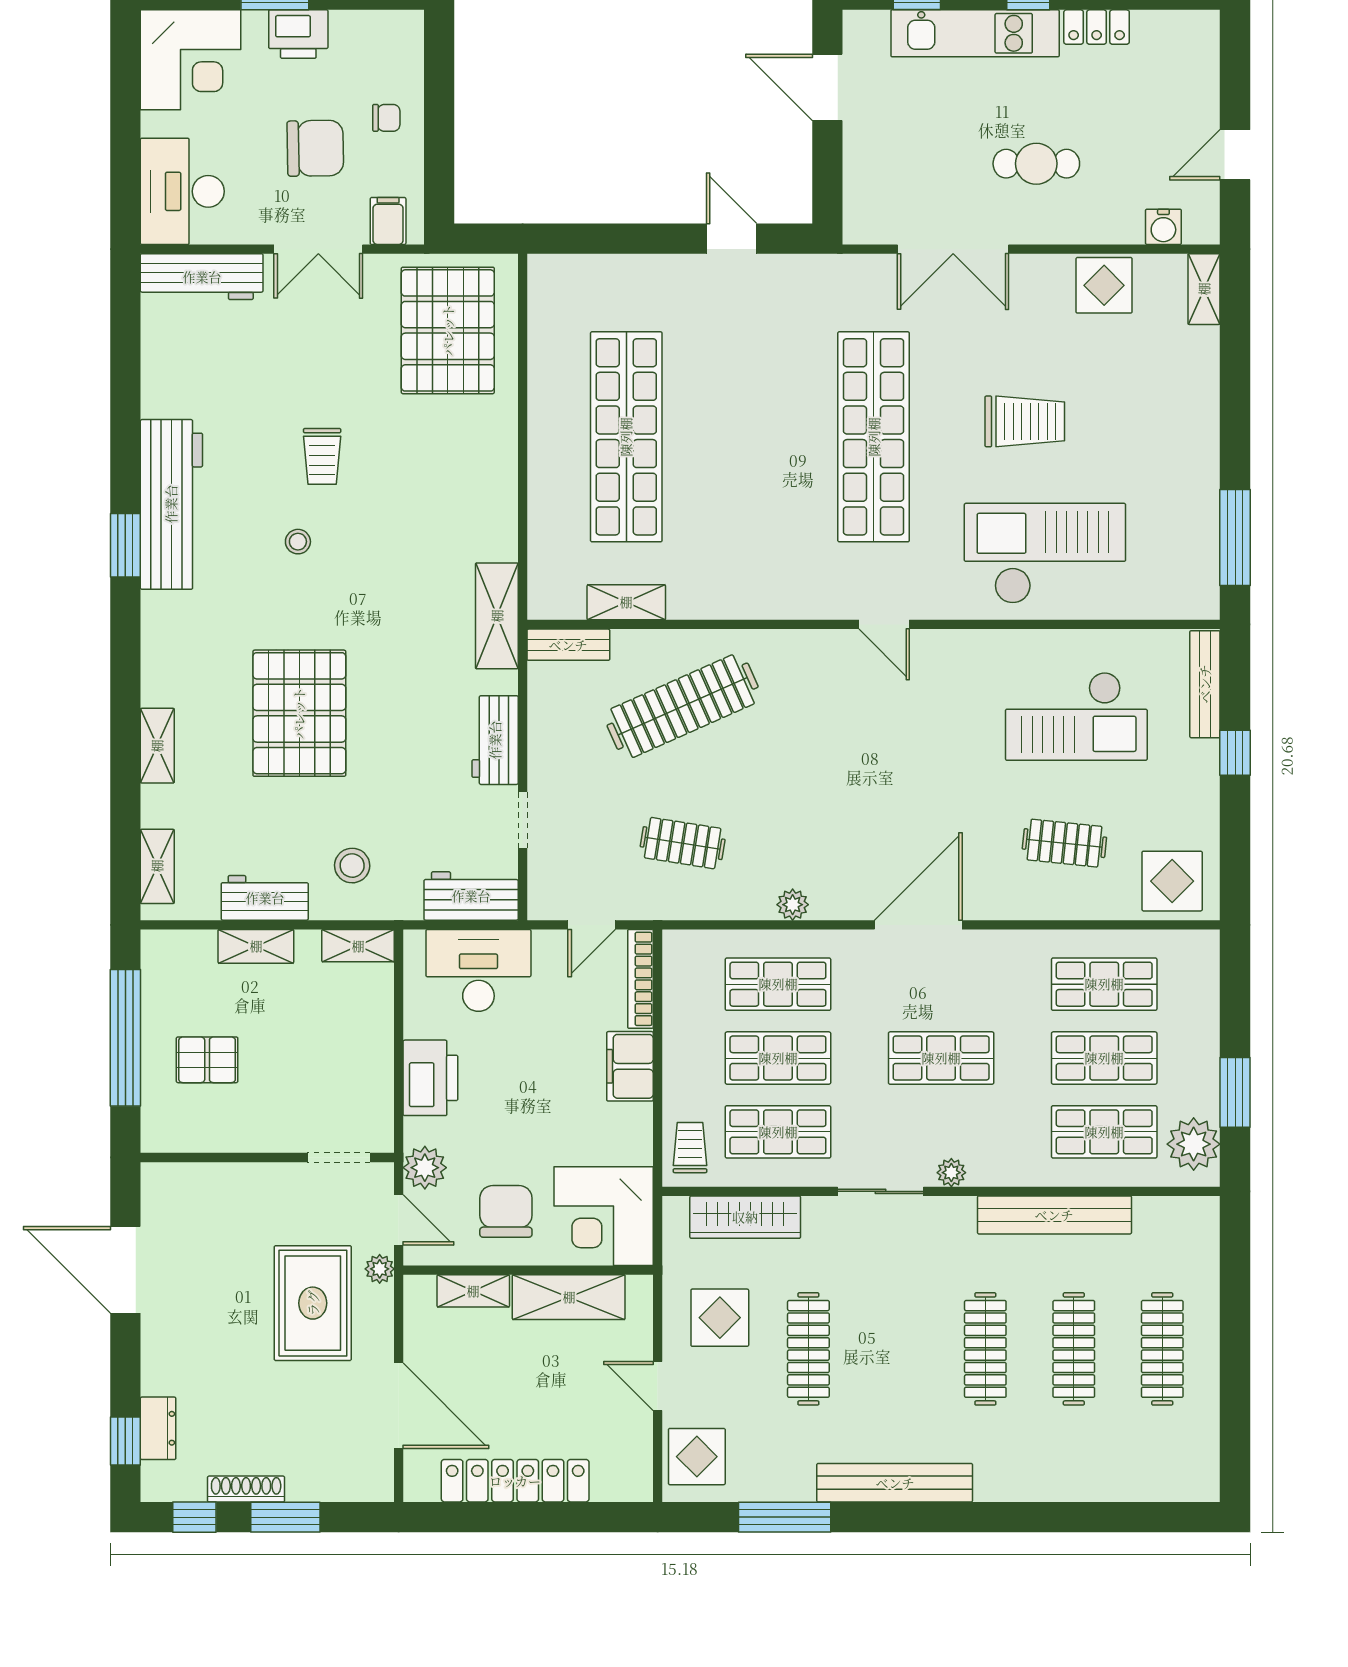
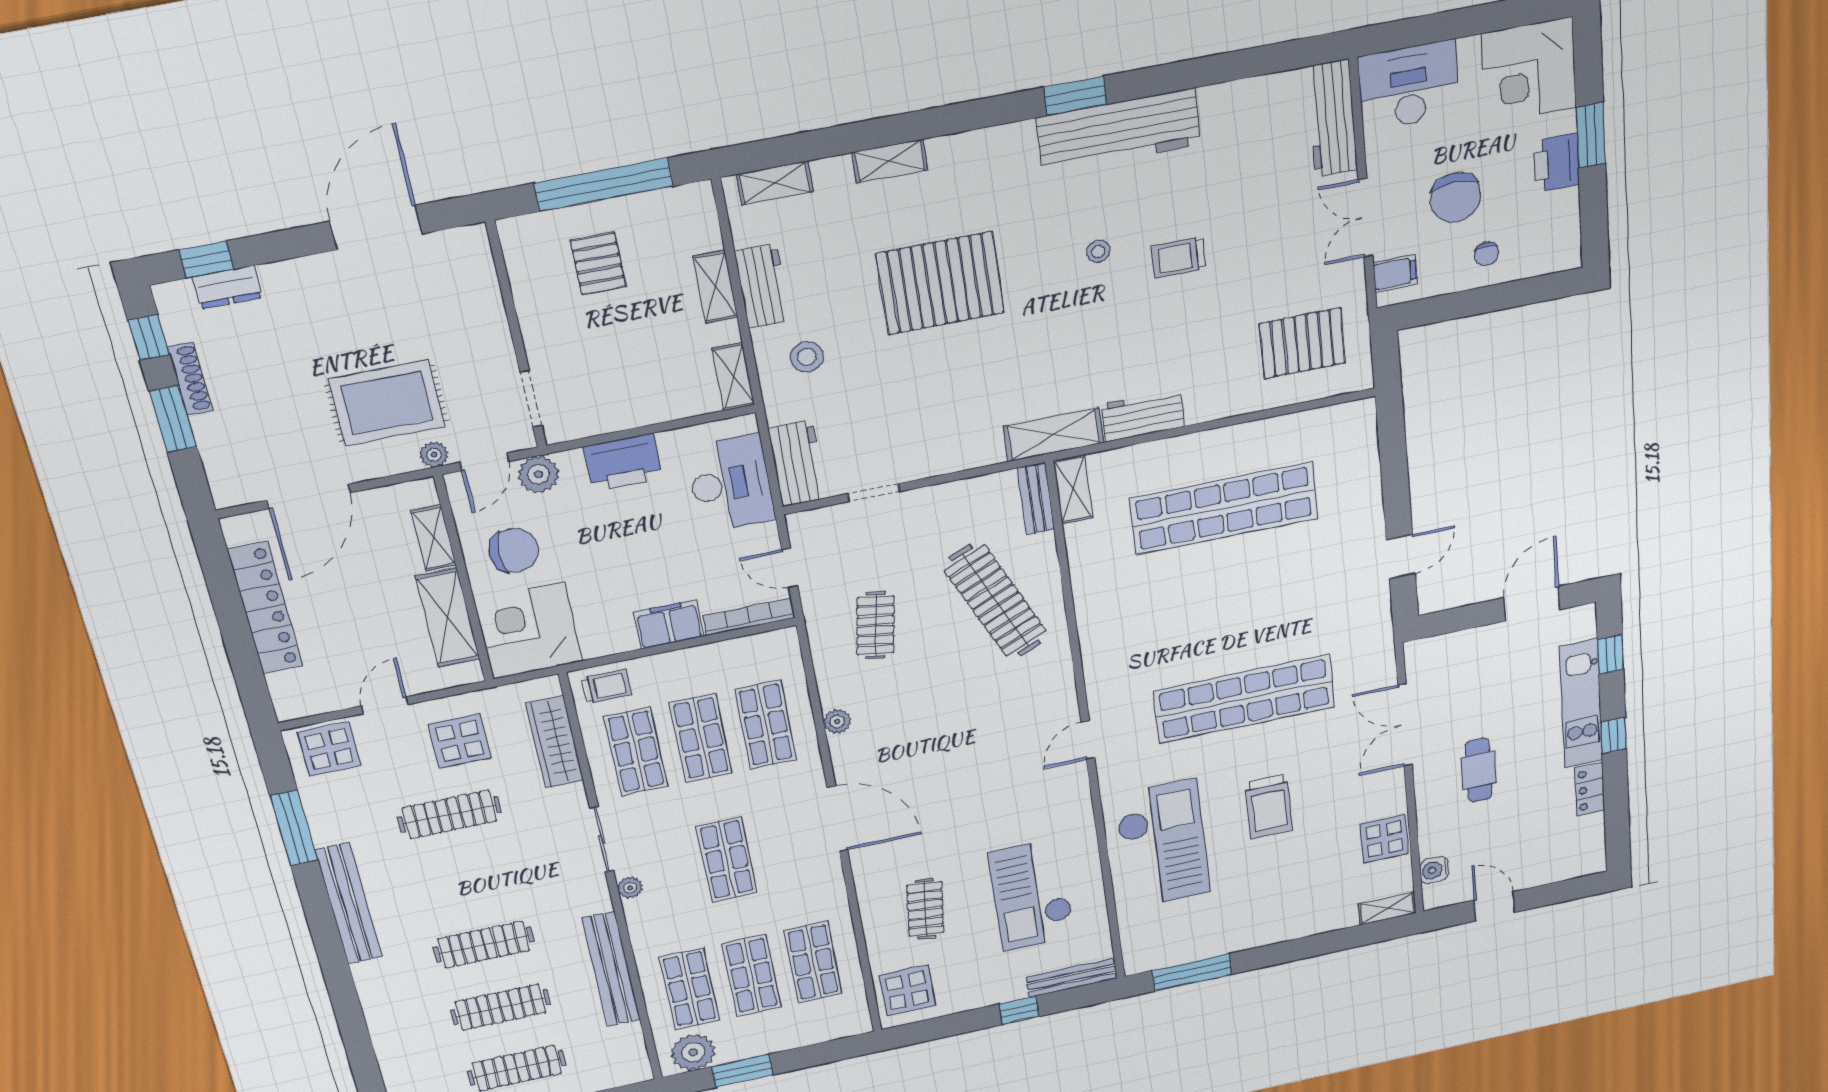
pallet: (448, 330) -> (1302, 343), width x0.73, depth x0.71
shelving: (626, 602) -> (1073, 489), moved
workbench: (495, 740) -> (1143, 415), moved

